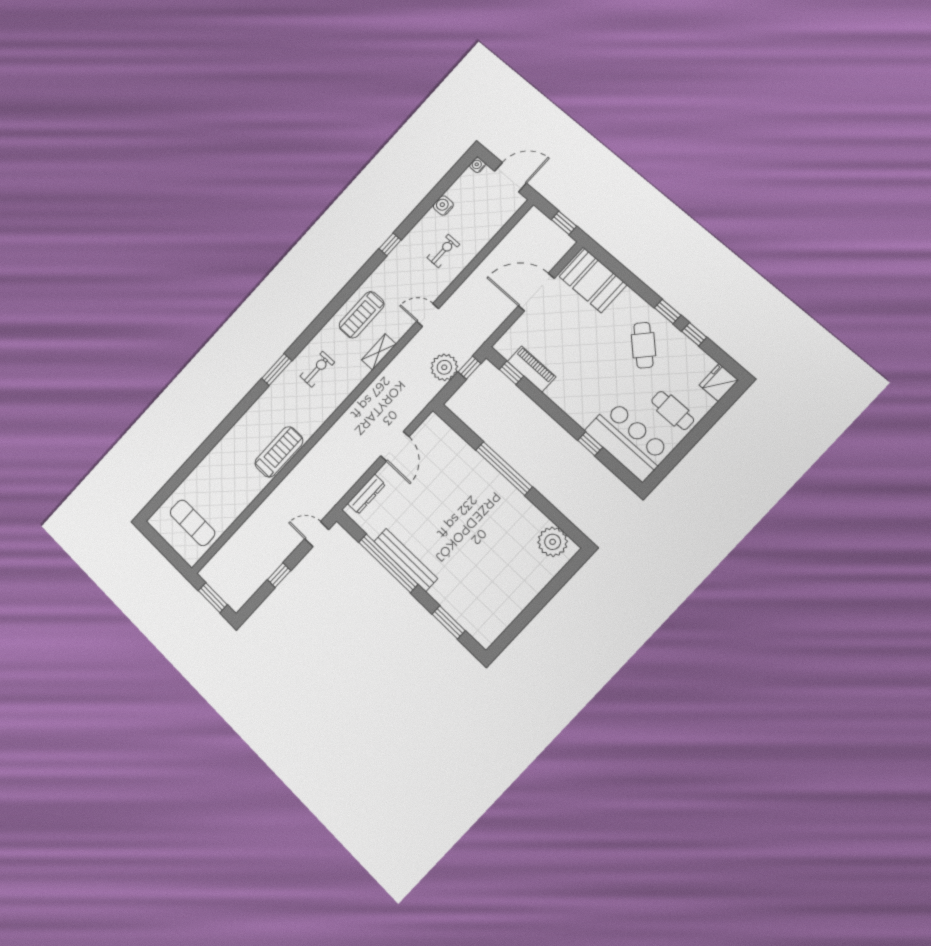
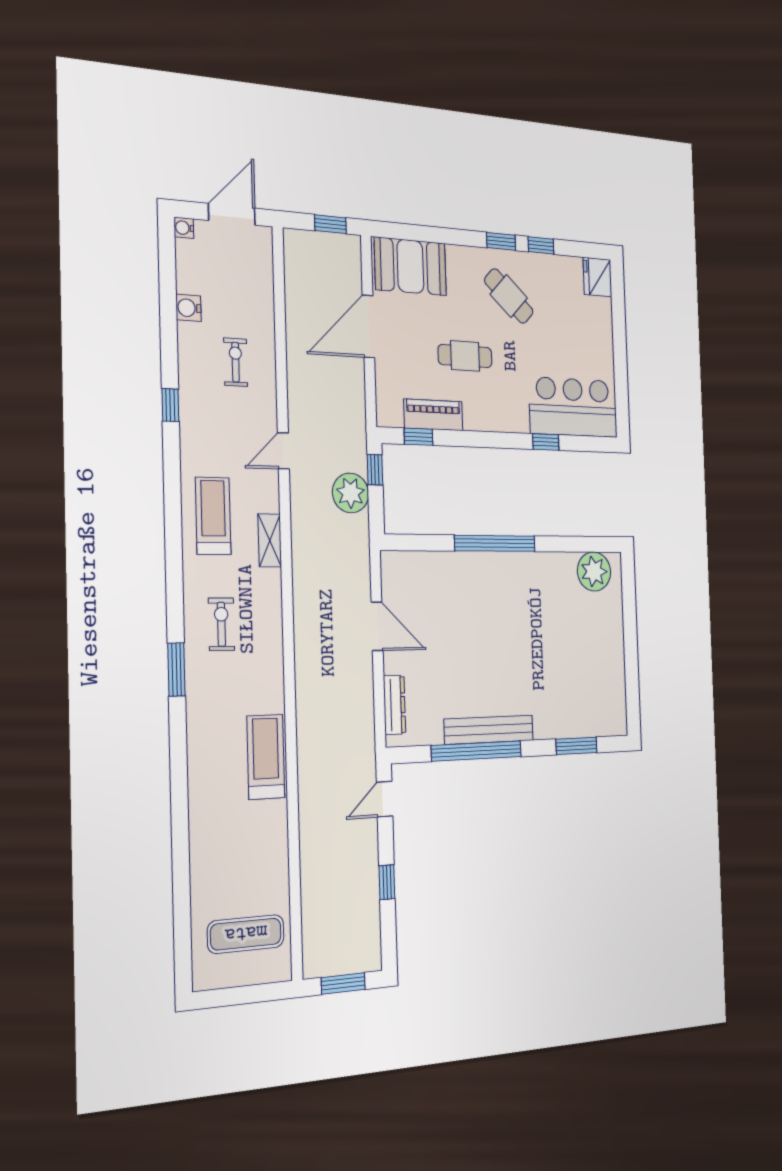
treadmill: (362, 315) -> (213, 516), turned 180
cafe table: (673, 410) -> (465, 356), moved

